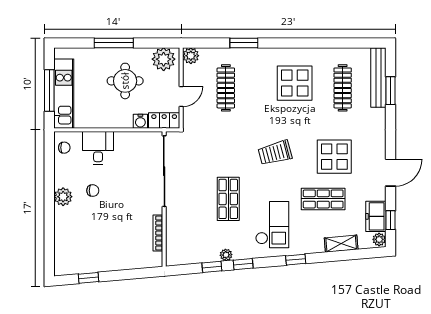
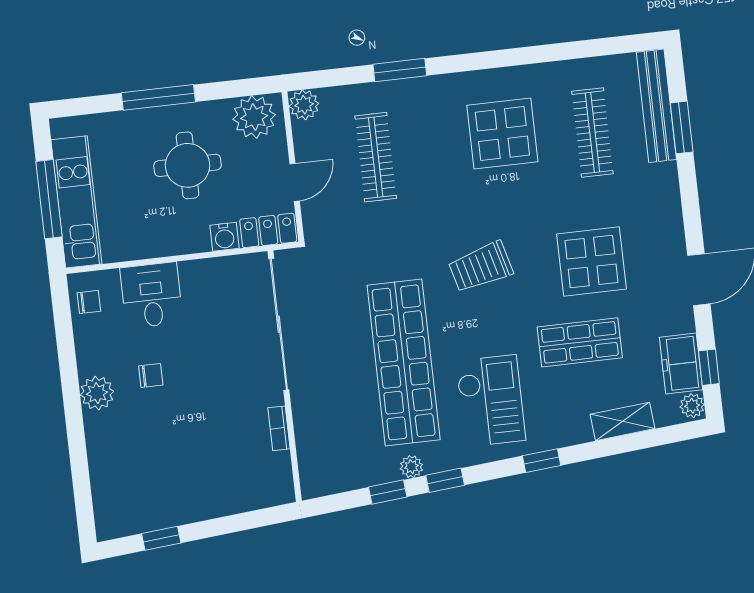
shop shelf: (228, 199) -> (404, 362), width x2.00, depth x1.36
bookcase: (158, 233) -> (279, 428), width x0.64

